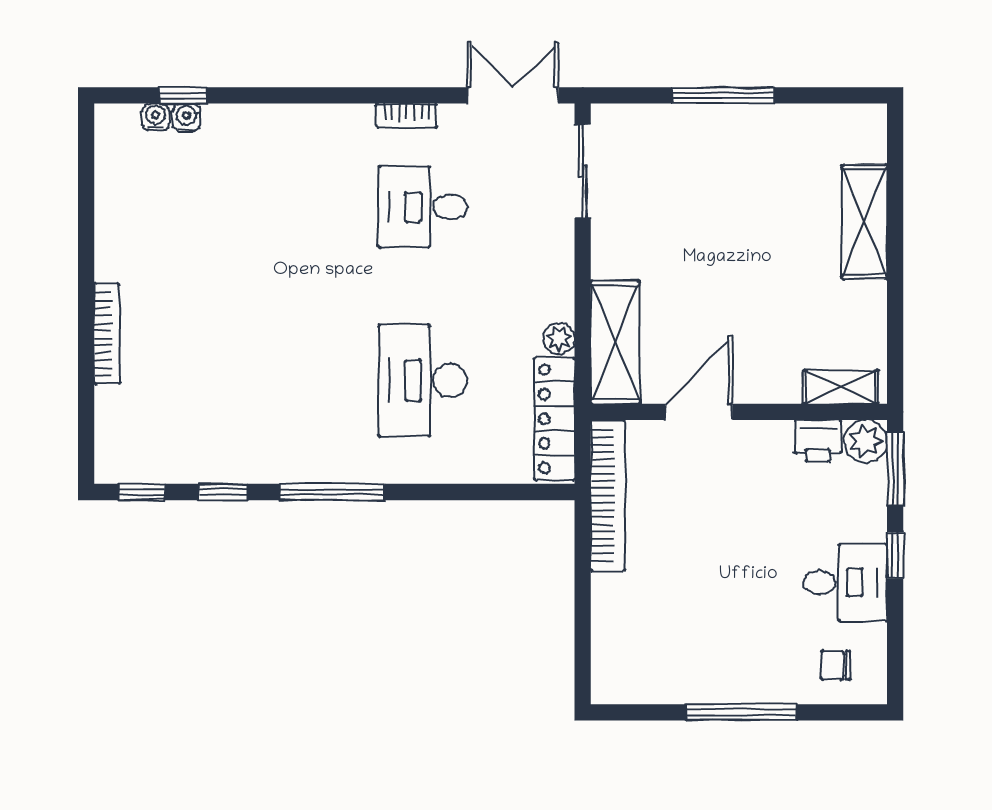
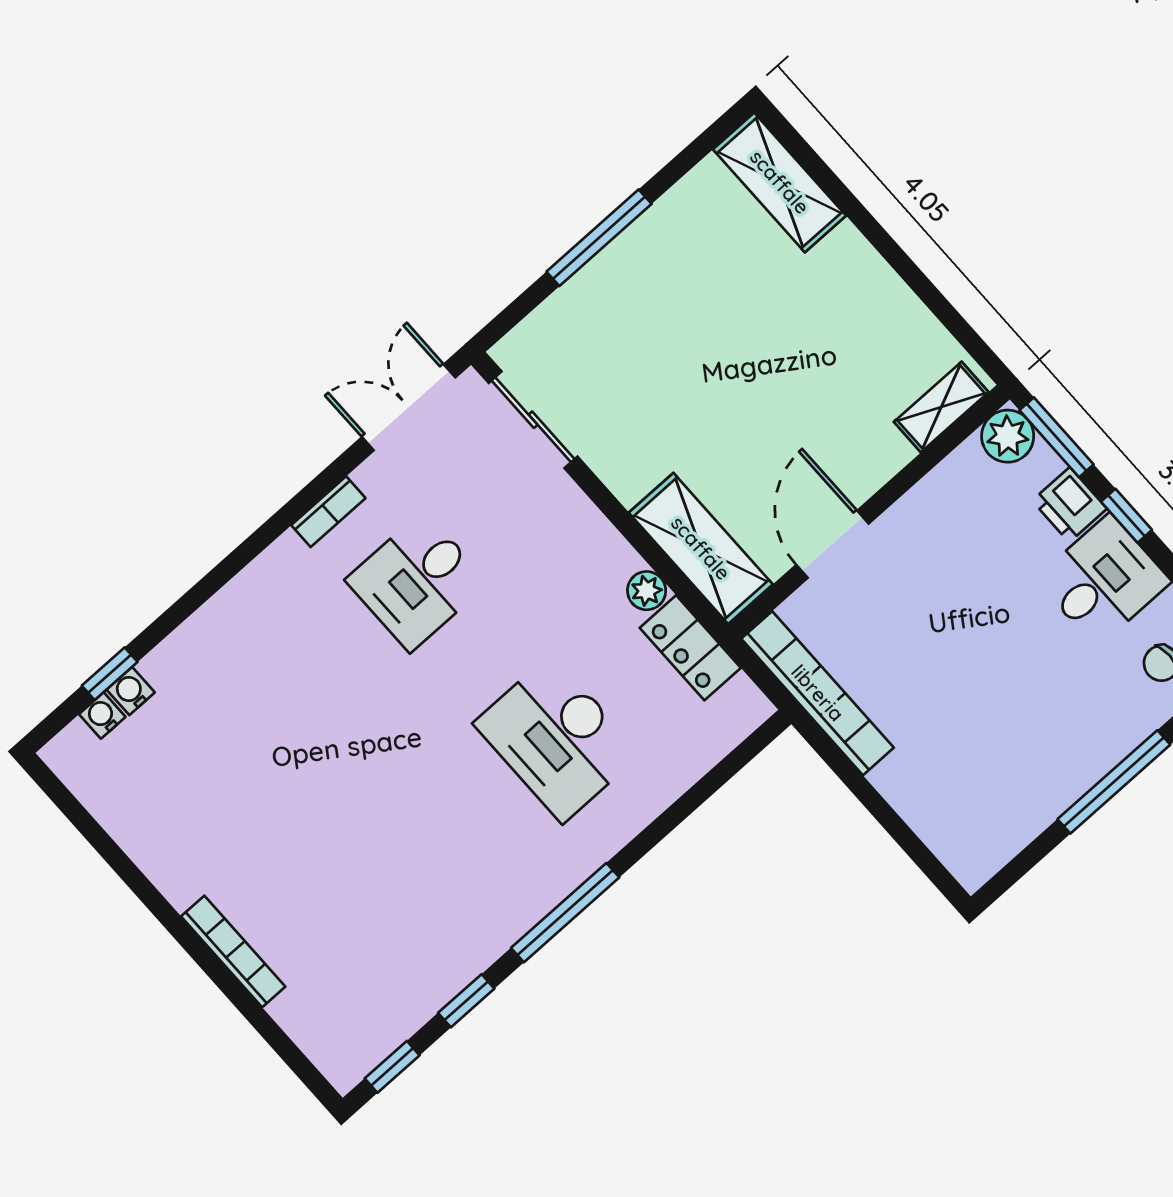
shelving: (864, 222) -> (780, 182), moved
locker: (554, 419) -> (690, 648), width x0.66
printer: (818, 441) -> (1070, 505), moved, turned 90

